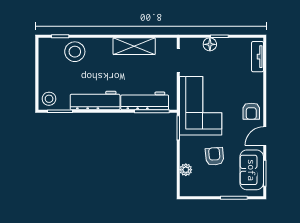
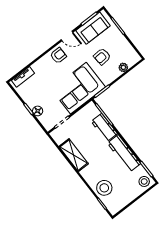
workbench: (145, 101) -> (104, 127), width x0.73

